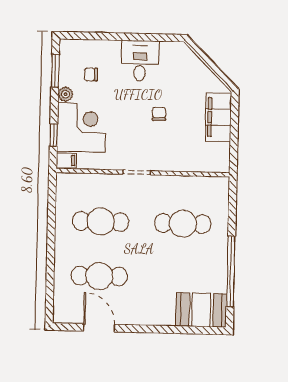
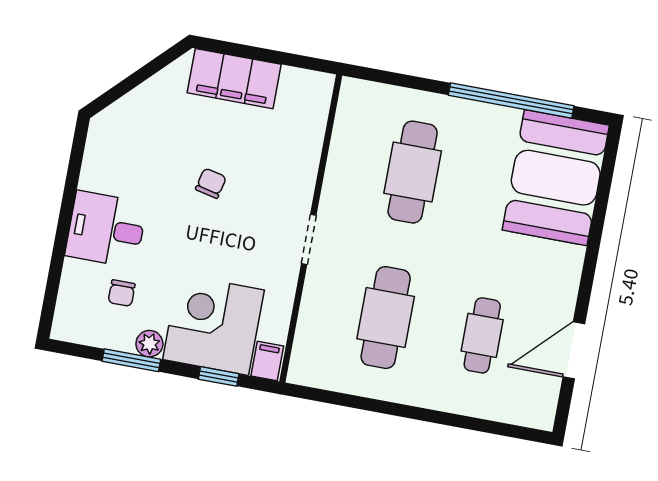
desk: (140, 61) -> (106, 229), moved
window: (55, 71) -> (131, 360), moved
chair: (159, 114) -> (211, 183), turned 103
cafe table: (99, 276) -> (482, 335), width x0.73, depth x0.74
booth: (201, 310) -> (556, 178), width x1.36, depth x1.42

